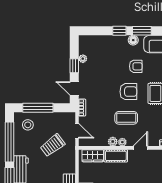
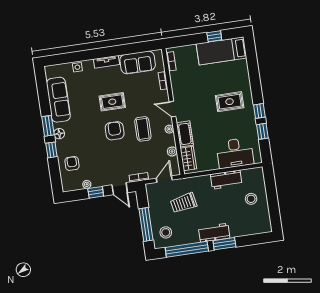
armchair: (136, 66) -> (72, 163), moved
door: (74, 88) -> (120, 189), hinge flipped
plant: (113, 142) -> (172, 151), moved
trolley: (53, 145) -> (184, 203), turned 116

